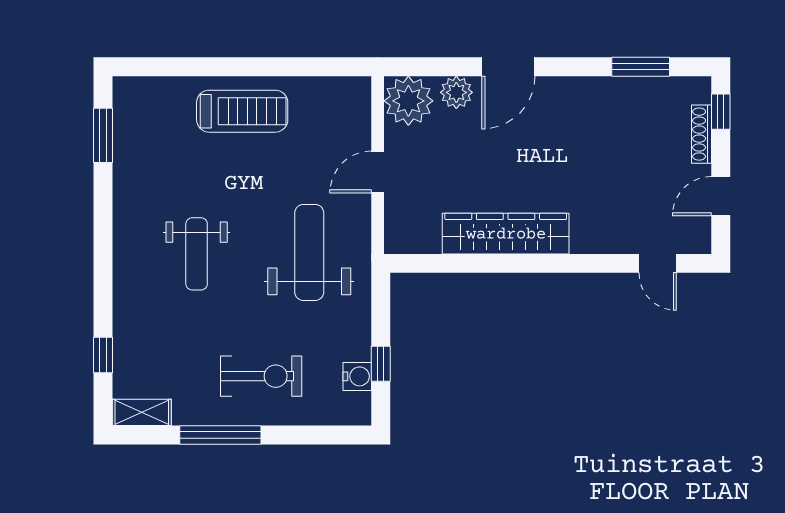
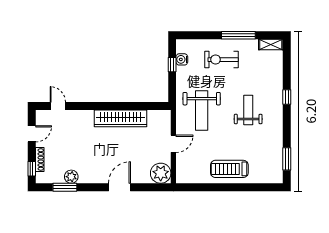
plant: (456, 92) -> (71, 177), moved
window: (103, 355) -> (287, 97), moved

